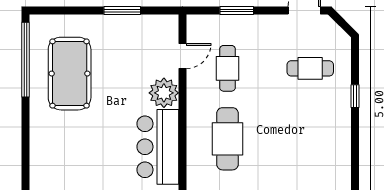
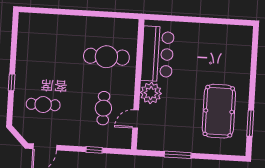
window: (237, 11) -> (94, 150), width x0.67
window: (26, 60) -> (250, 123), width x0.47
cafe table: (227, 139) -> (106, 57), turned 90

